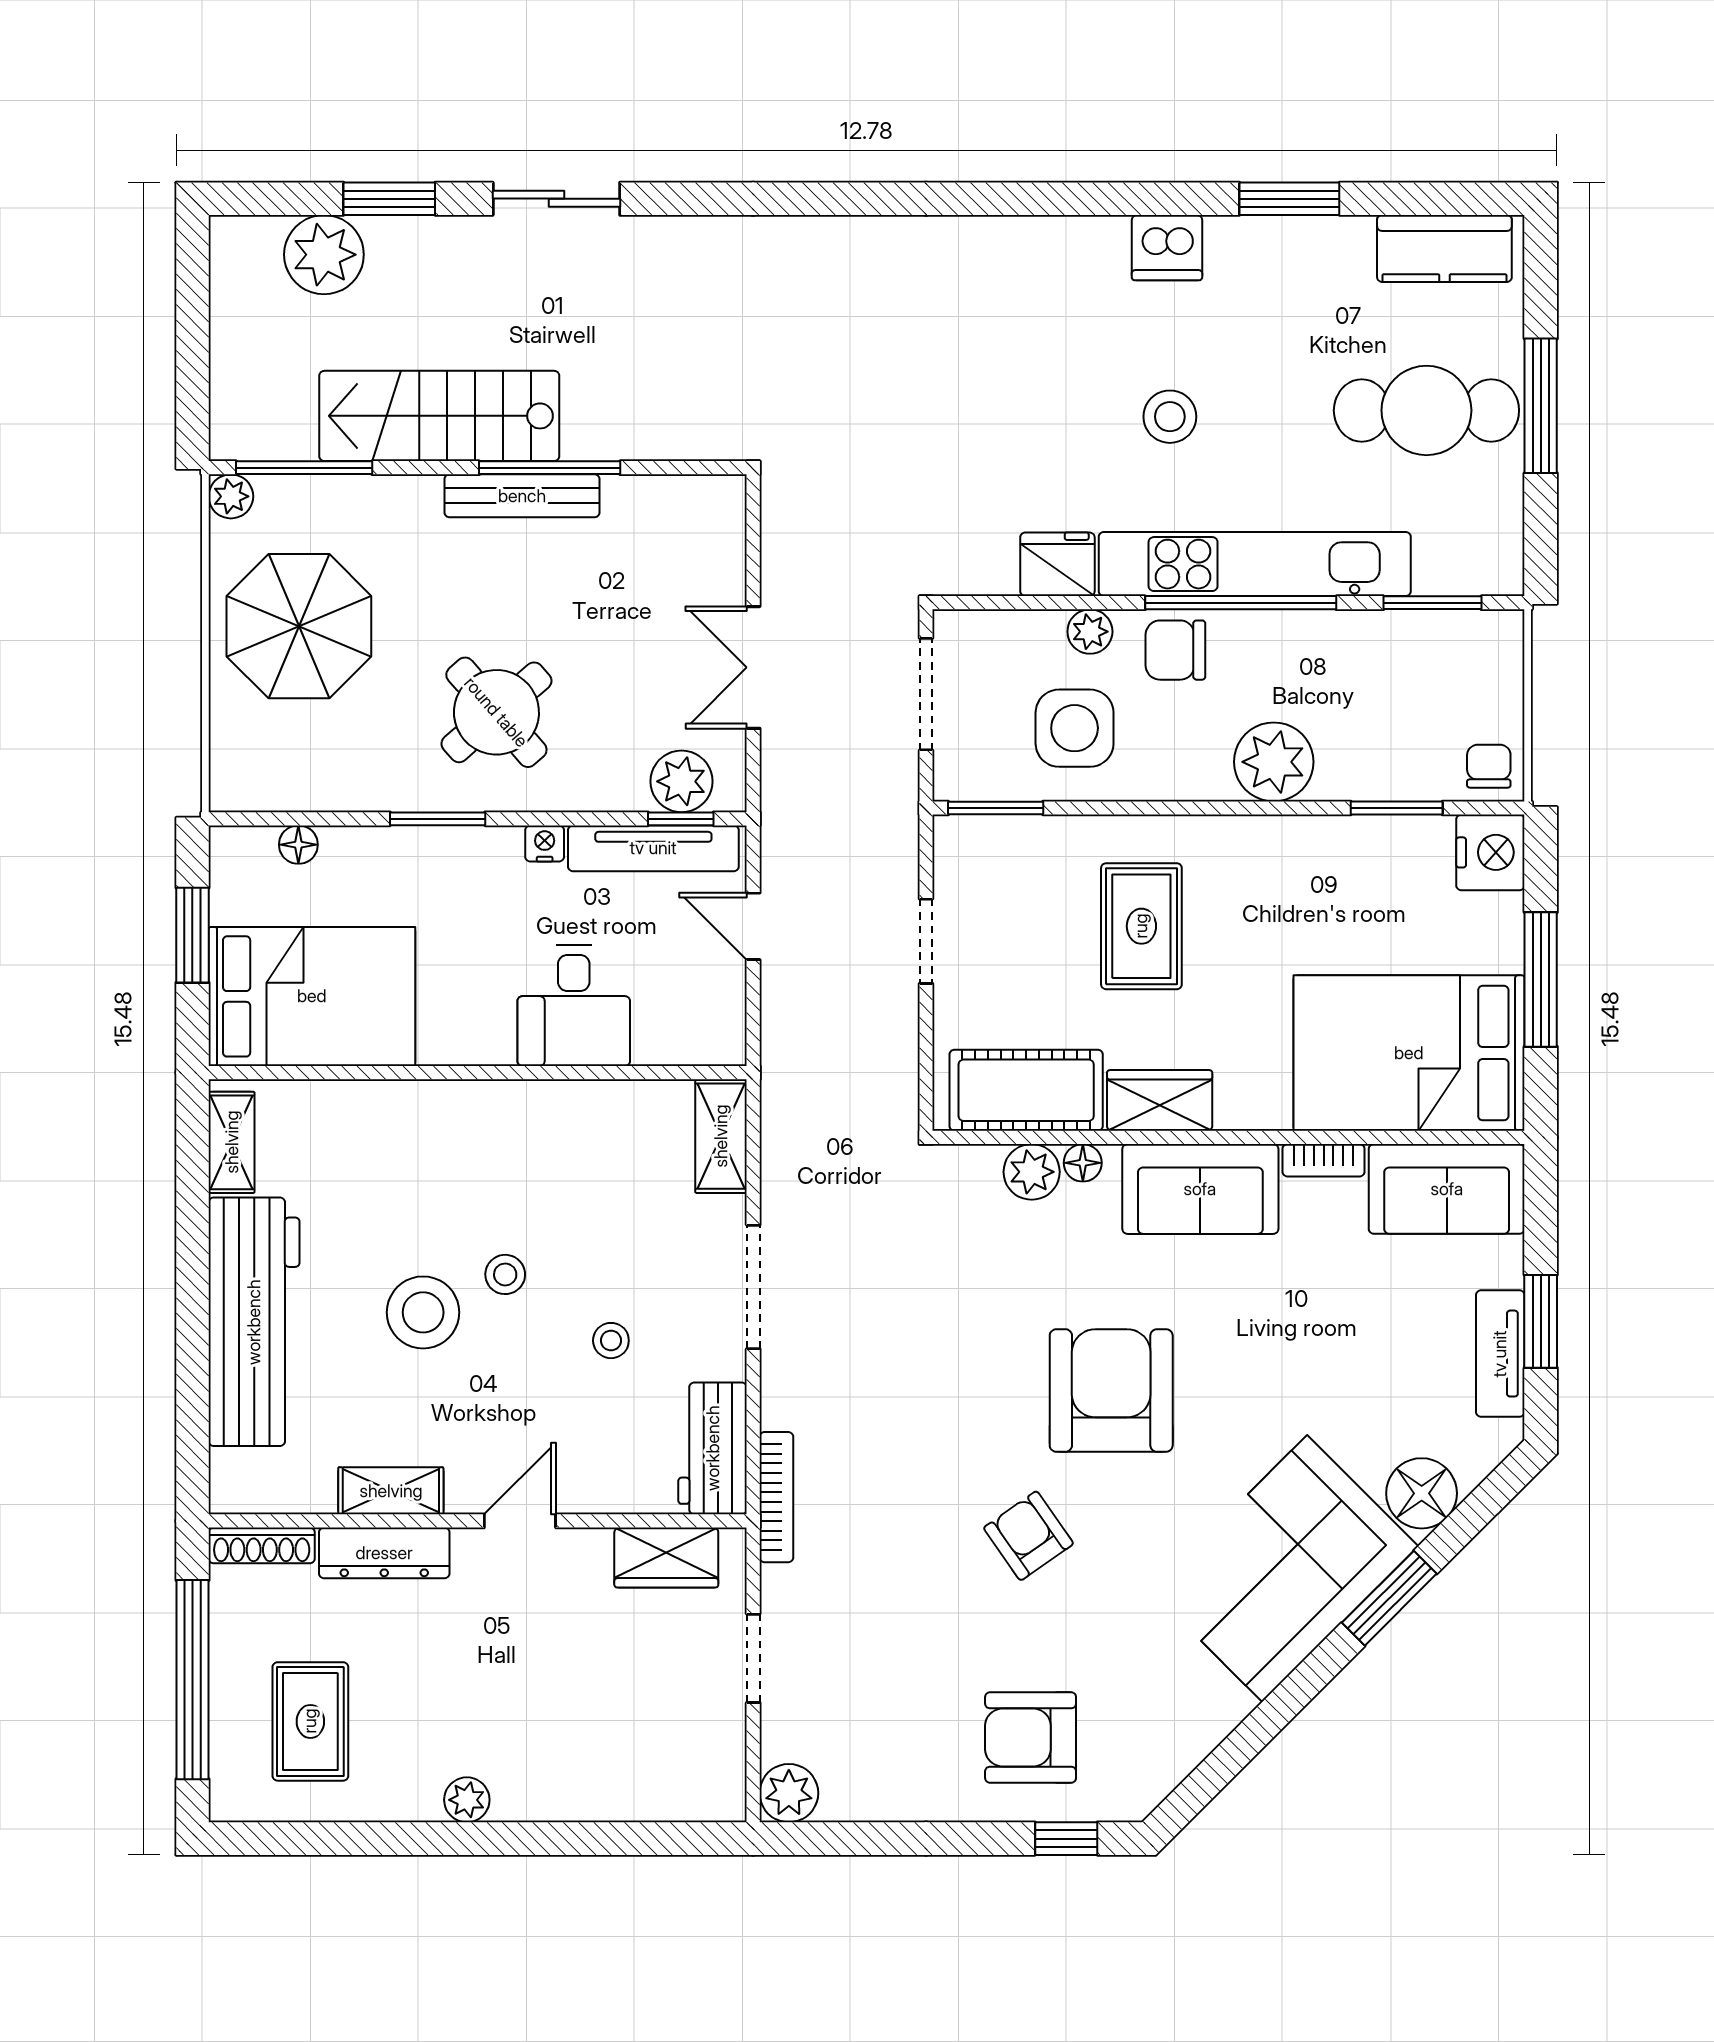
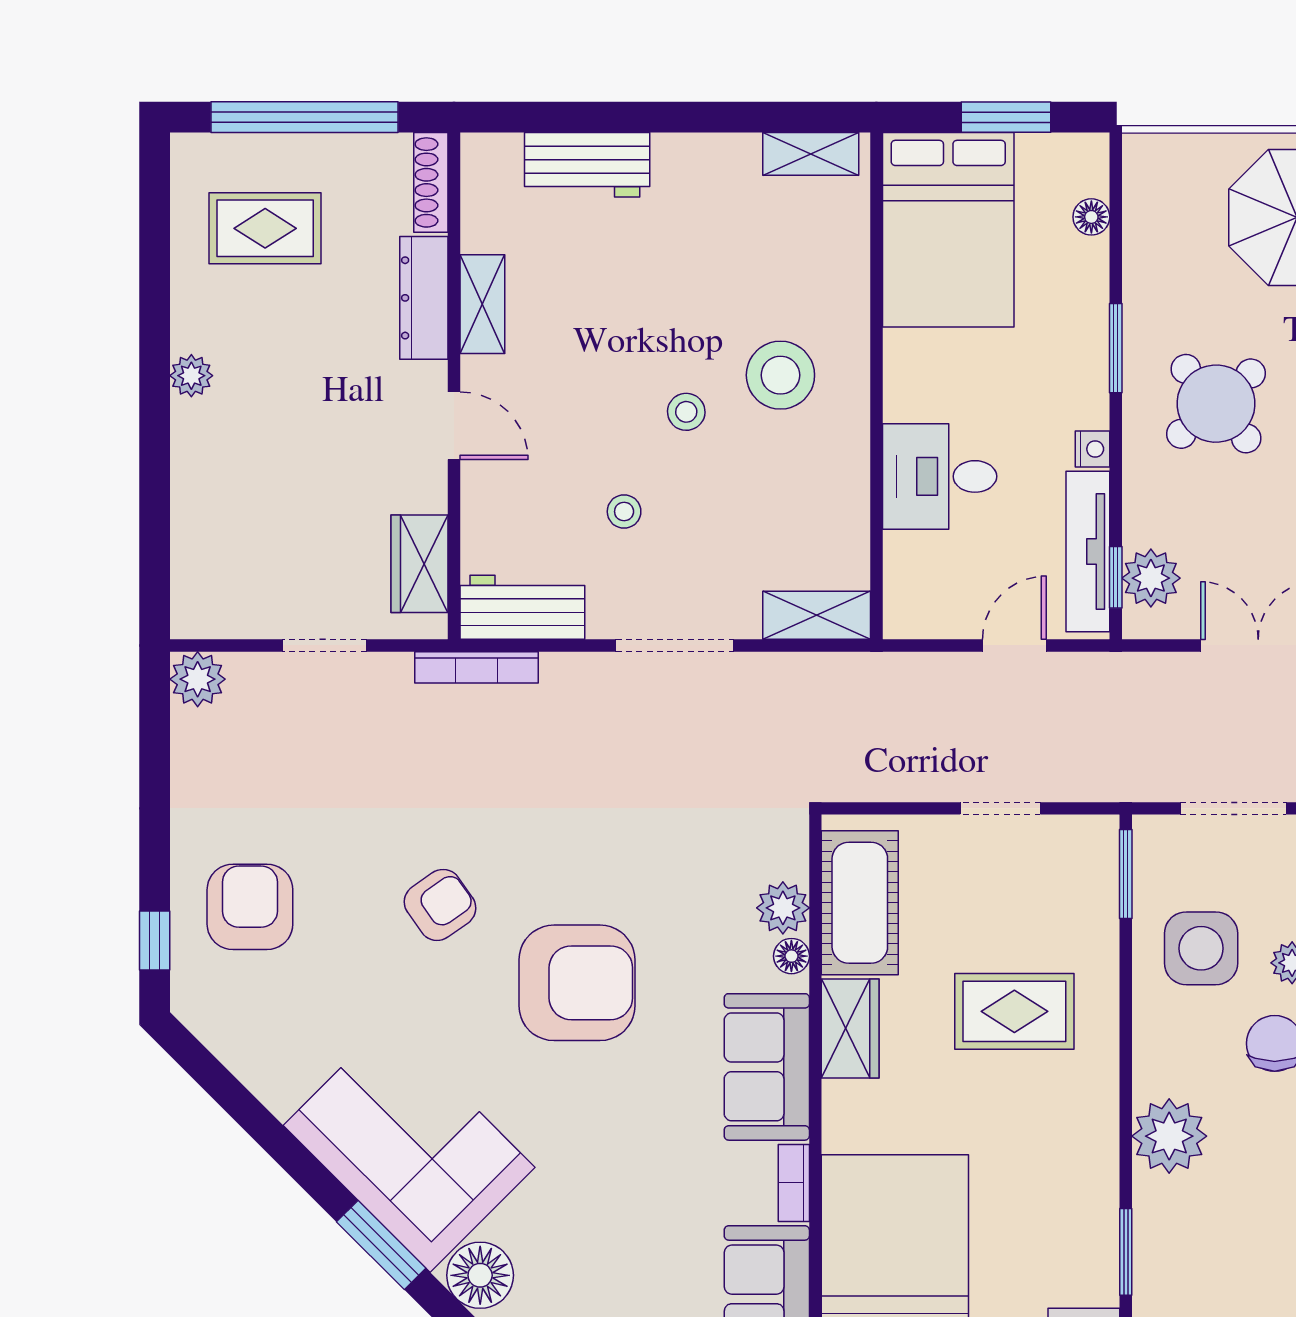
stool: (423, 1312) -> (780, 375), moved
workbench: (254, 1322) -> (587, 165), width x0.53, depth x0.76

